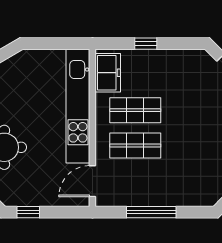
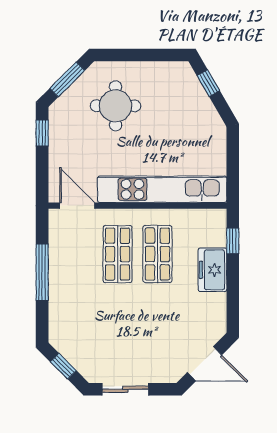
window: (146, 44) -> (233, 241), moved
freezer: (108, 73) -> (212, 270), moved, turned 90

